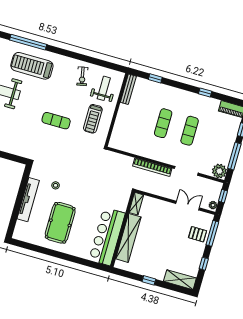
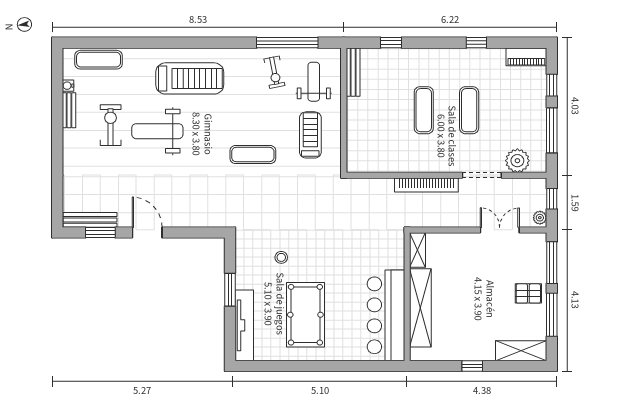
window: (28, 42) -> (287, 43), moved
treadmill: (32, 66) -> (190, 78), turned 180
treadmill: (93, 119) -> (310, 135), turned 180
plant: (219, 171) -> (517, 161), moved
window: (20, 196) -> (230, 290), added
tv unit: (28, 200) -> (244, 325), moved
pallet: (198, 234) -> (528, 293), moved
window: (204, 264) -> (552, 315), width x2.17

